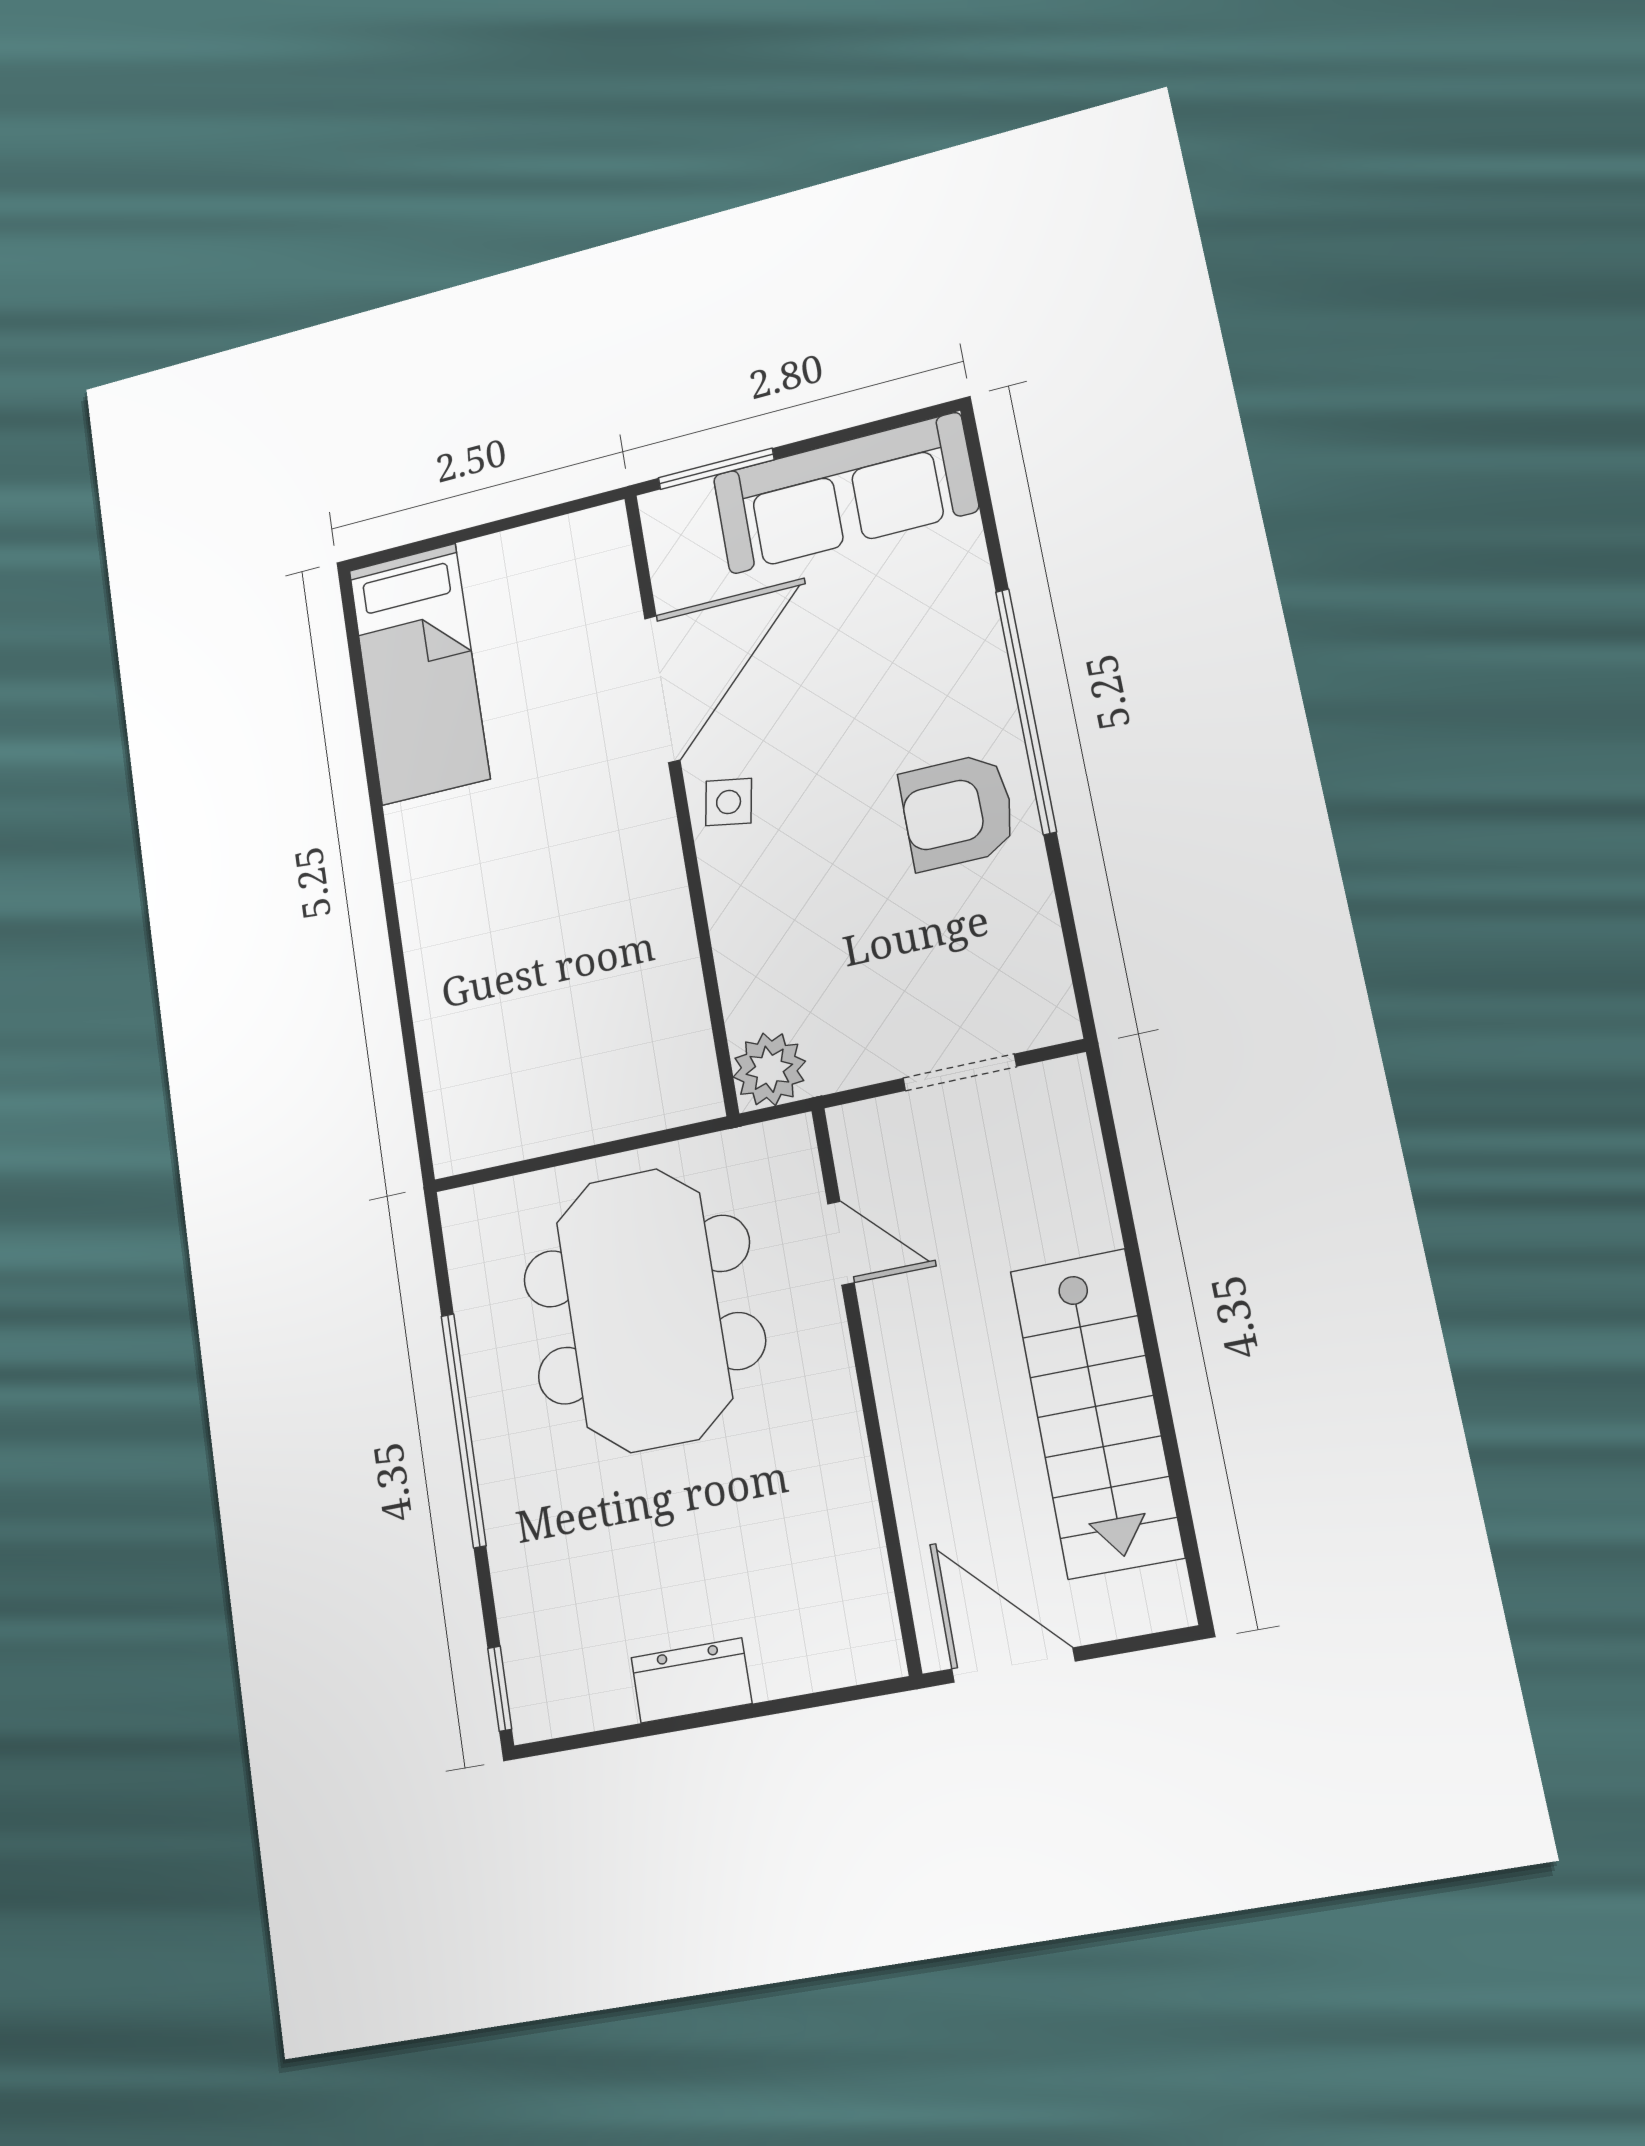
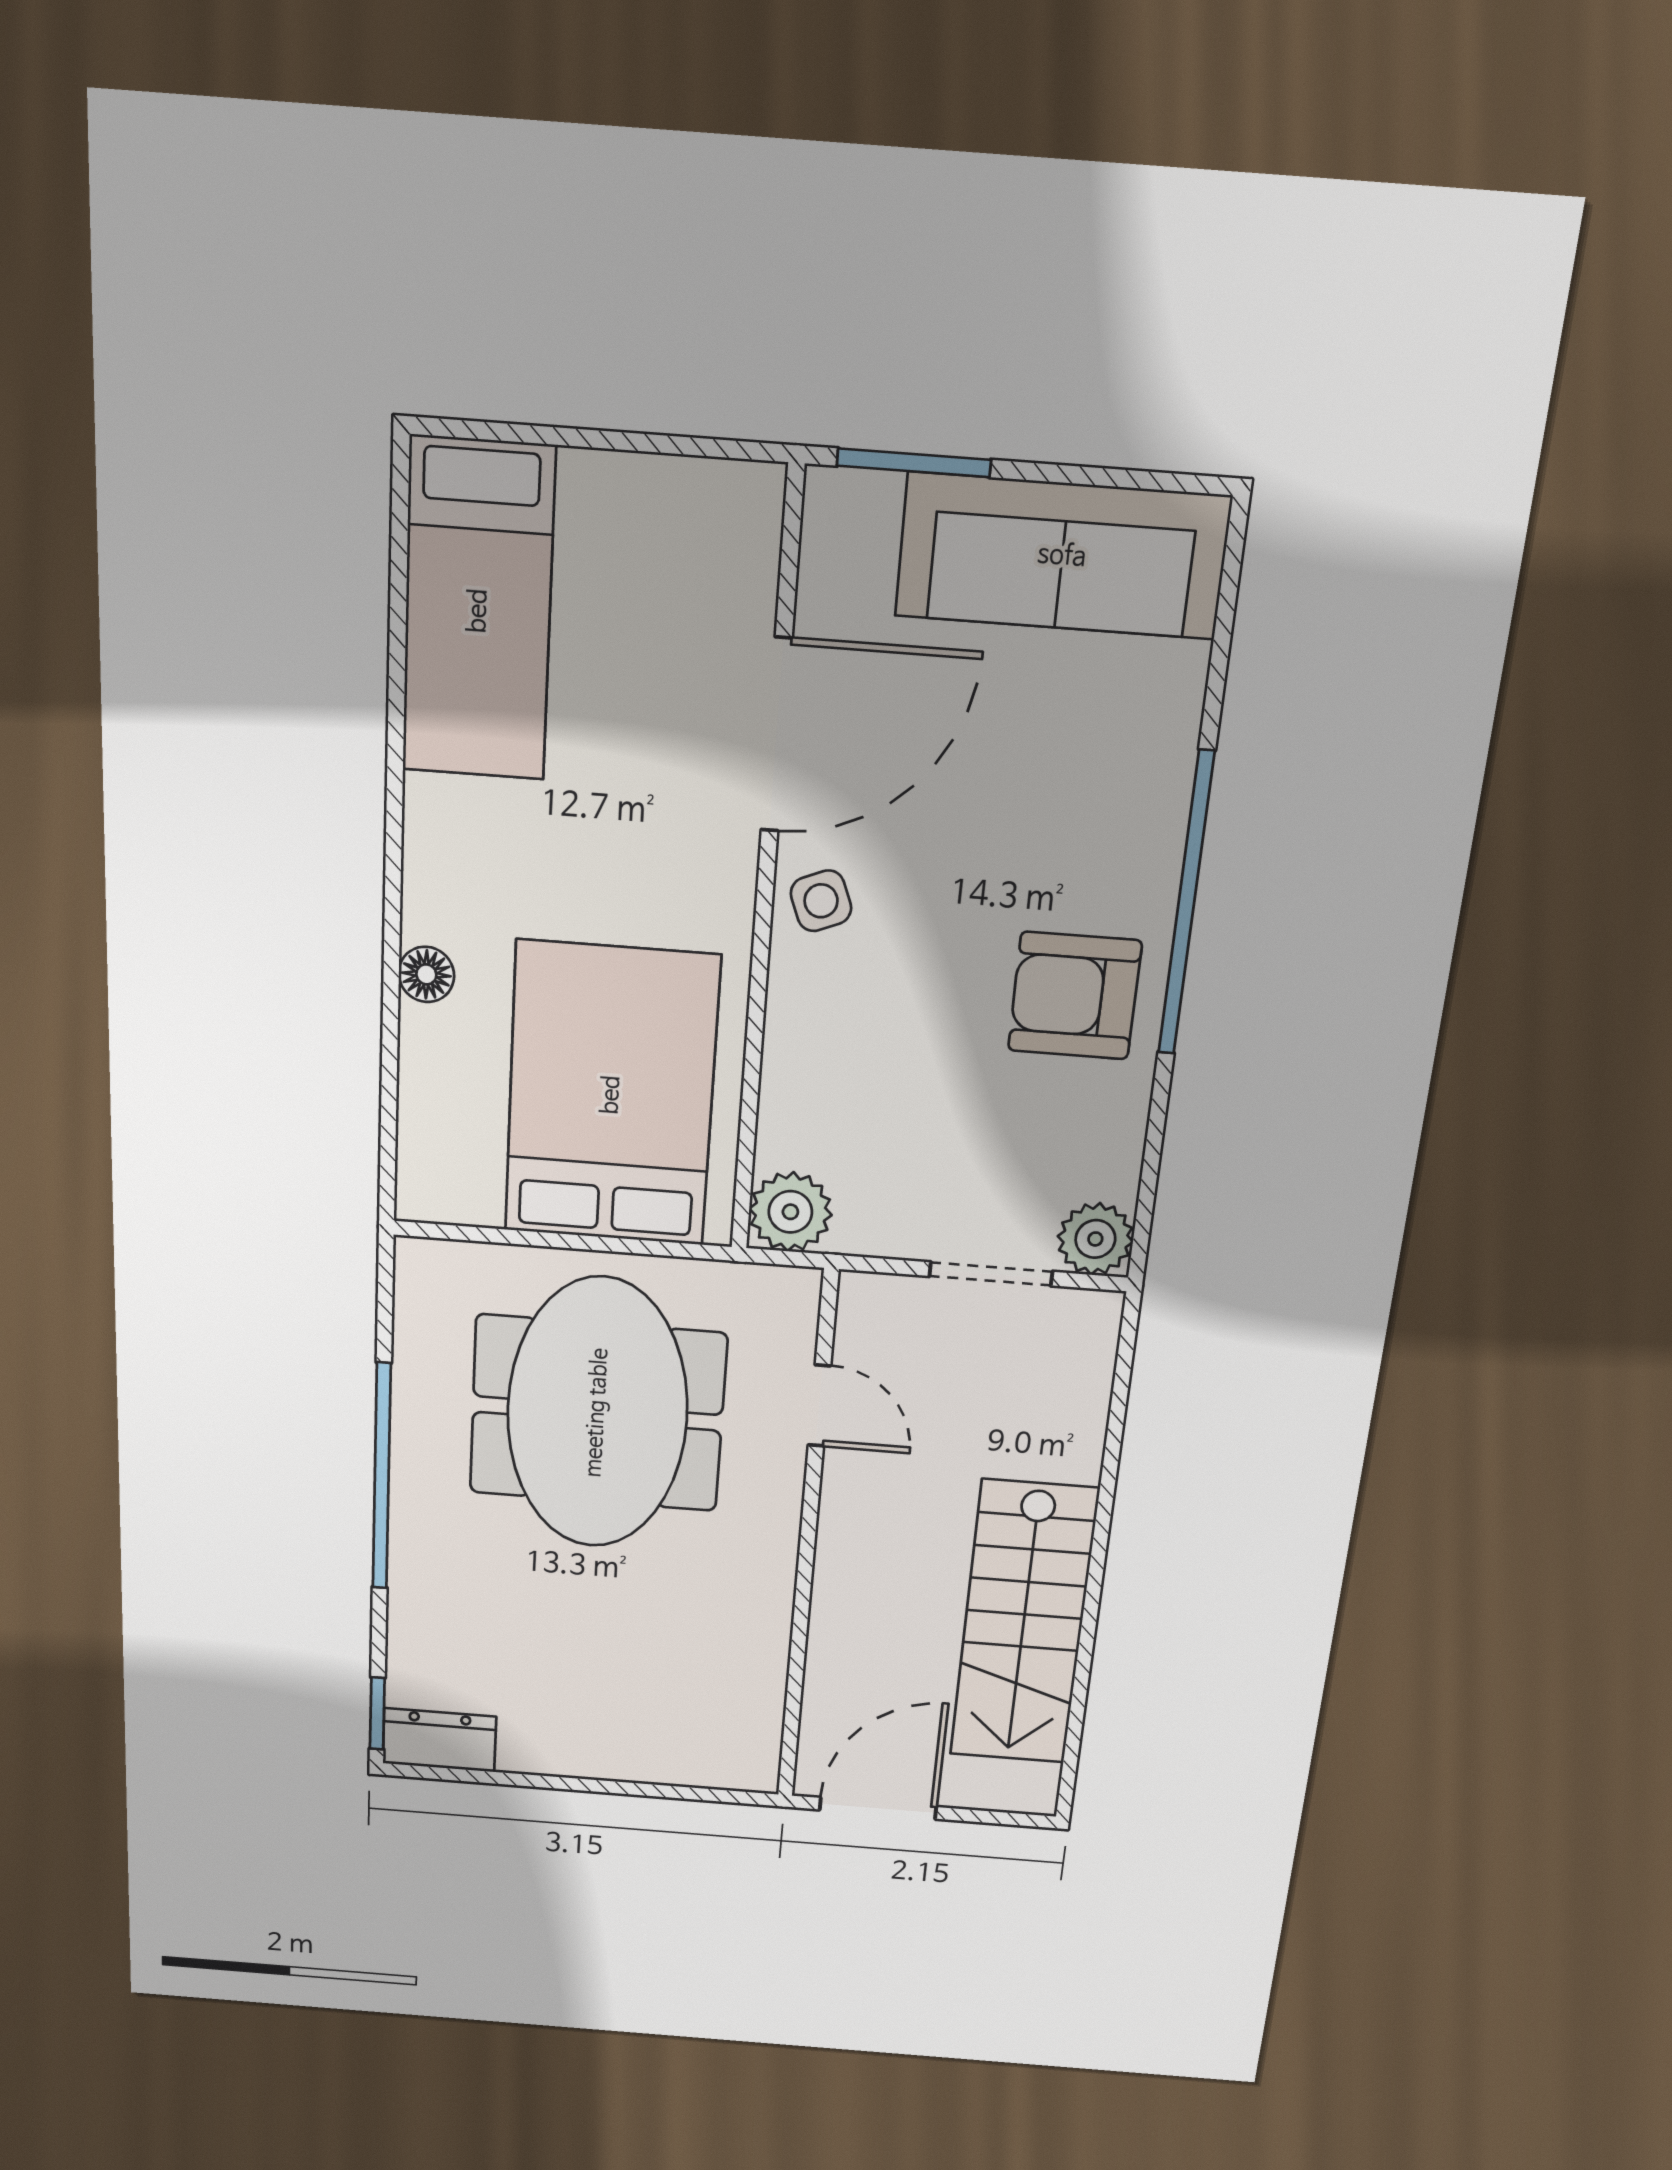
side table: (729, 802) -> (821, 901), turned -32
floor lamp: (427, 960) -> (426, 974), added
plant: (1042, 1013) -> (1095, 1239), added
bed: (595, 1014) -> (611, 1095), added
door: (1013, 1665) -> (878, 1808), hinge flipped
dresser: (691, 1680) -> (439, 1740), moved

